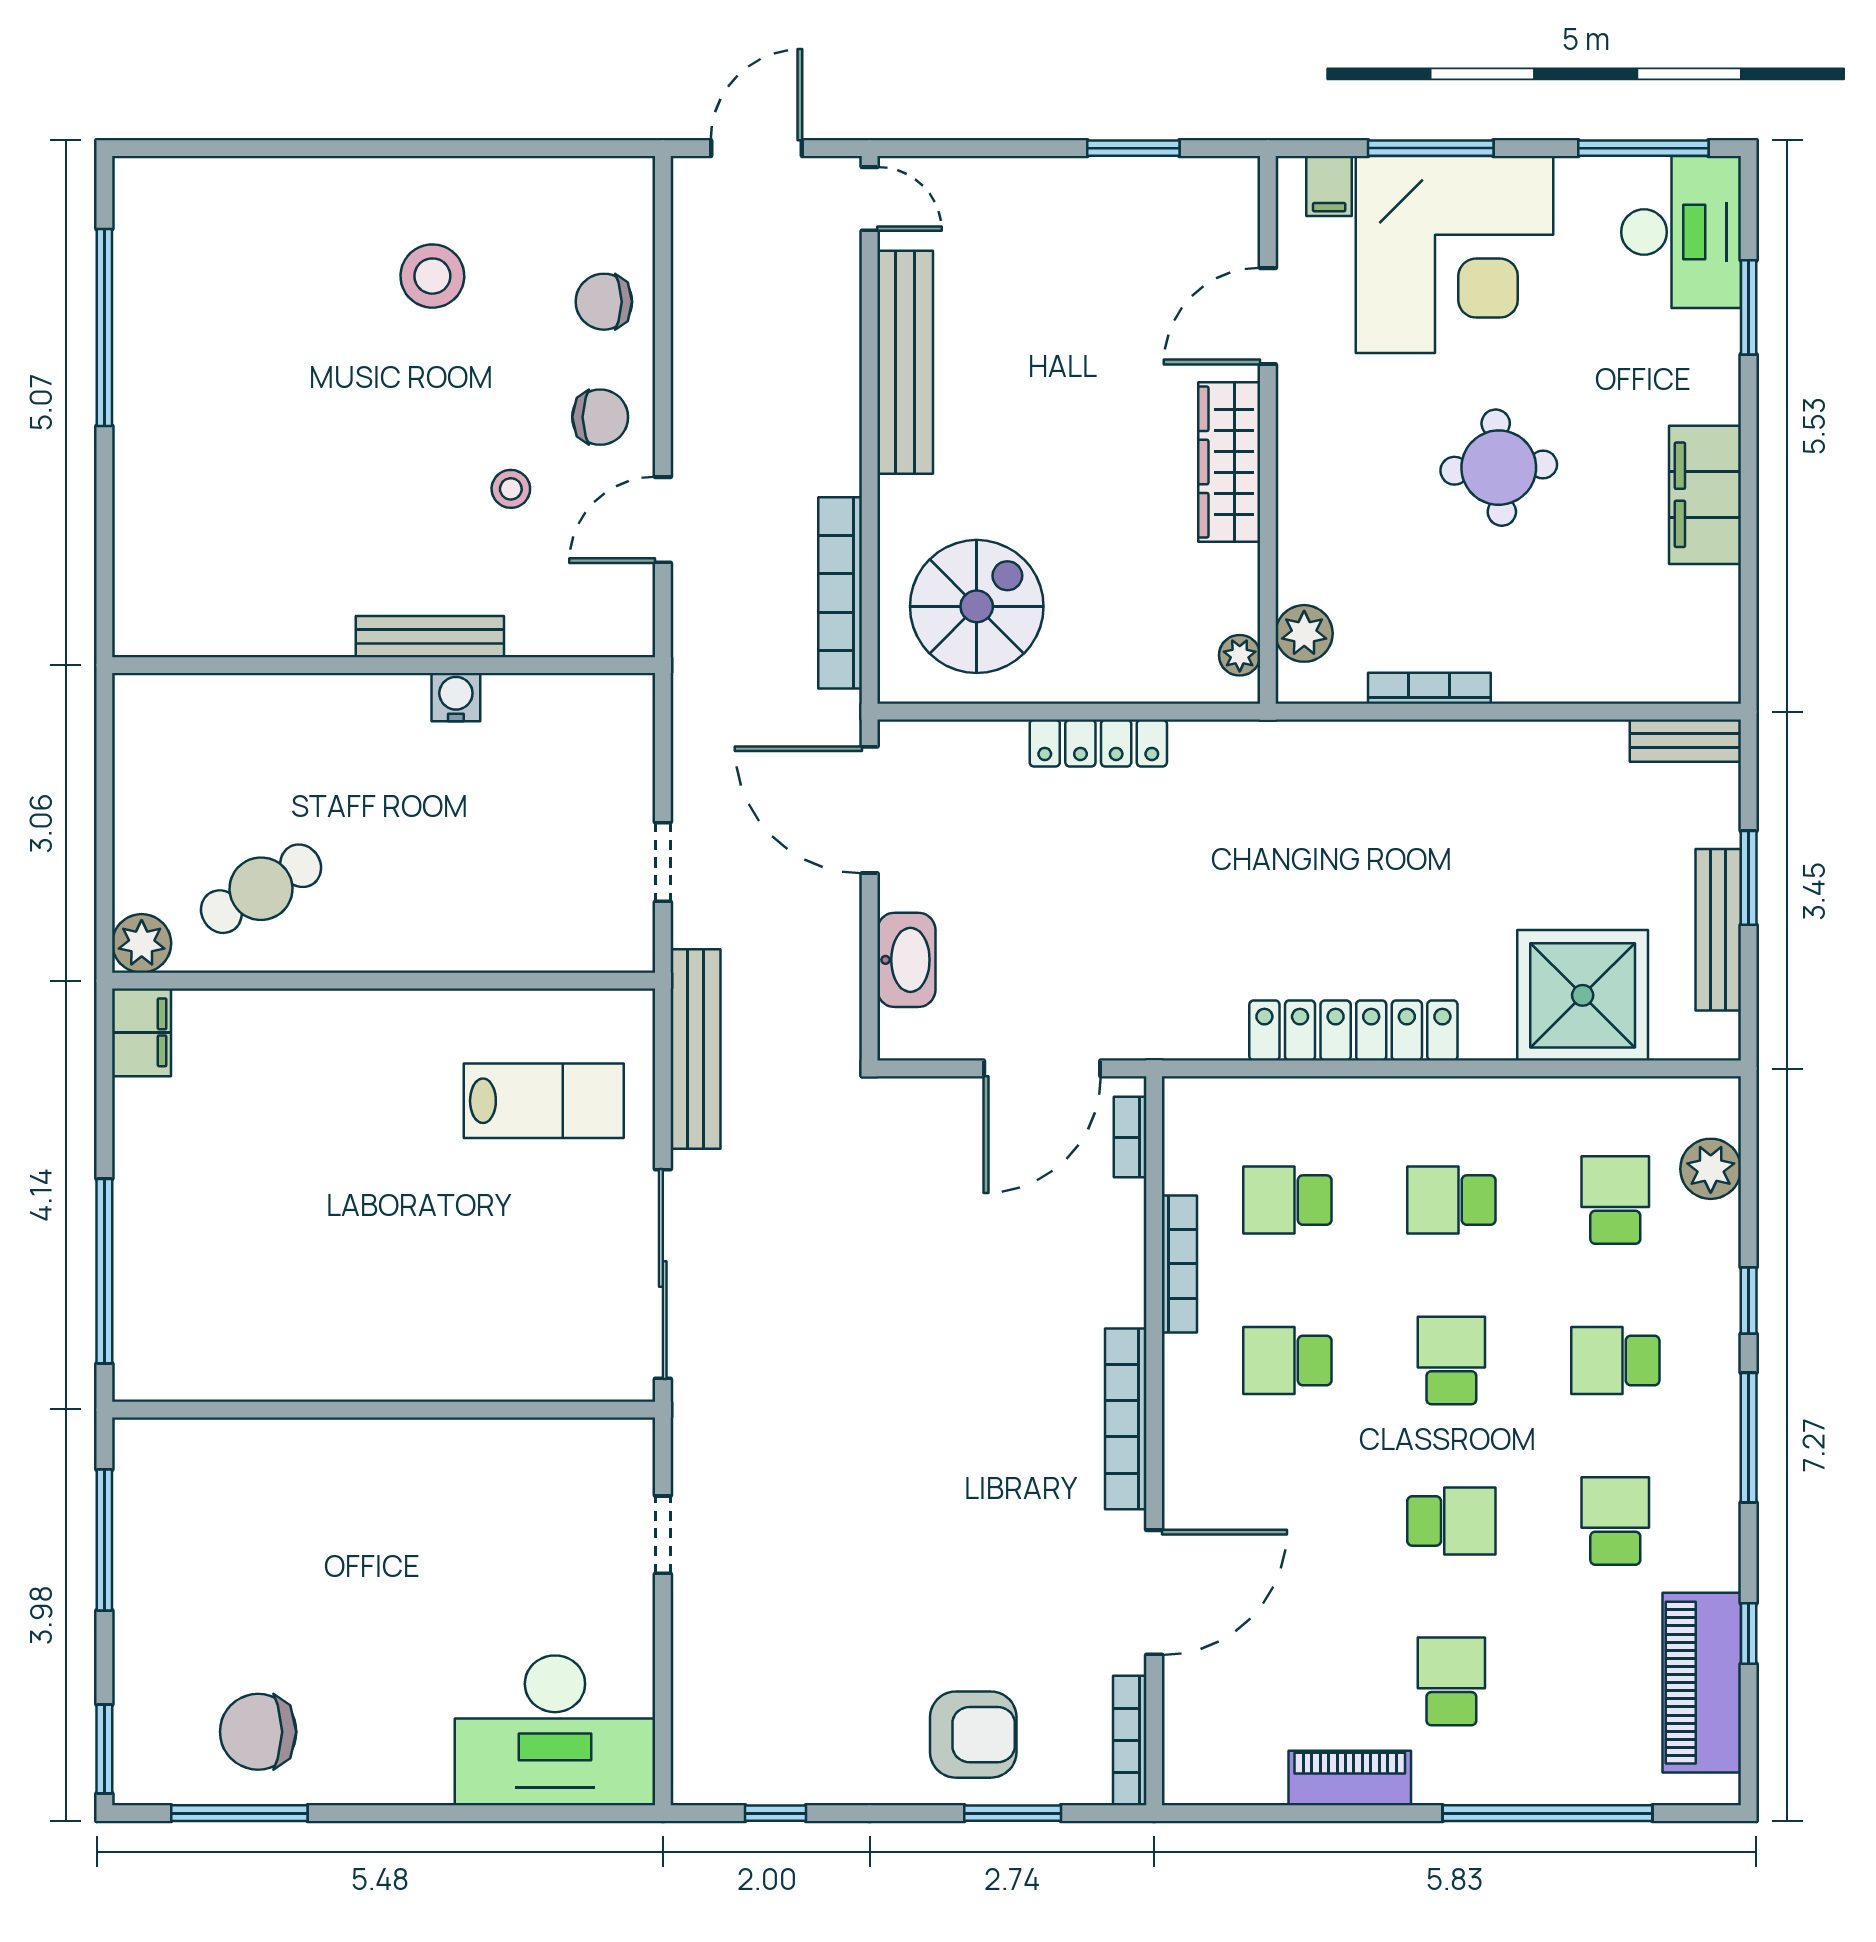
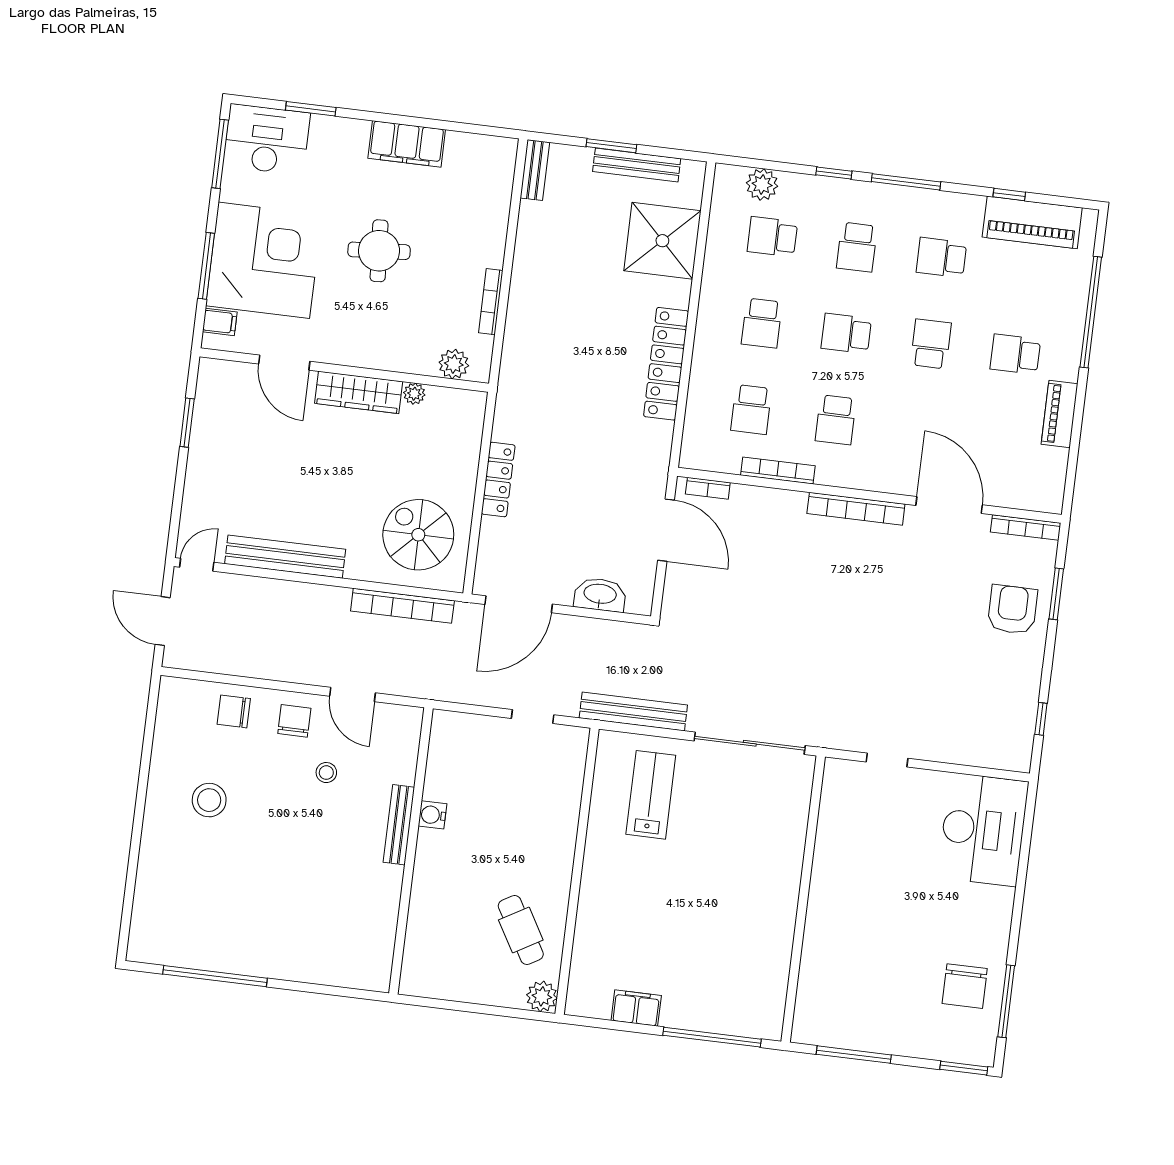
chair: (604, 302) -> (234, 711), turned 90
plant: (1240, 655) -> (414, 394), moved
filing cabinet: (142, 1032) -> (636, 1008), moved

